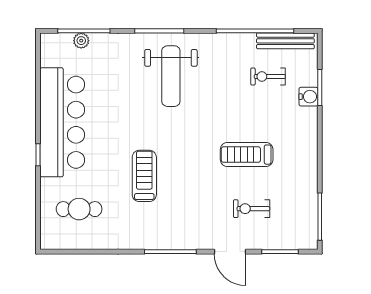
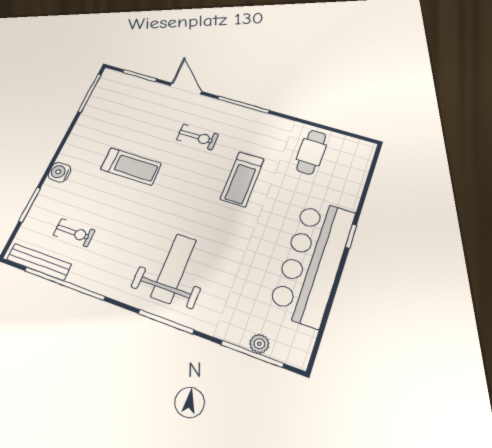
water cooler: (308, 97) -> (60, 172), moved
cafe table: (79, 209) -> (311, 152), moved, turned 90
exercise bike: (252, 209) -> (197, 137), moved

